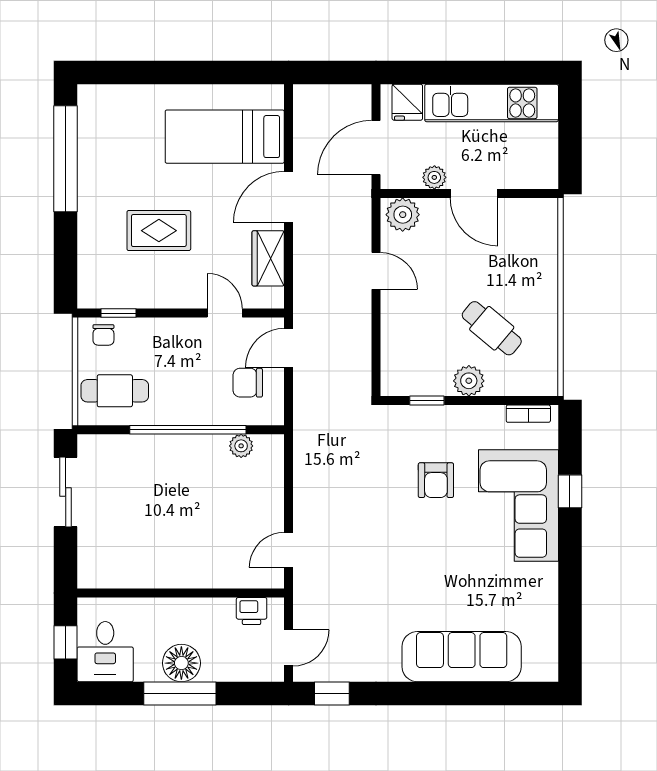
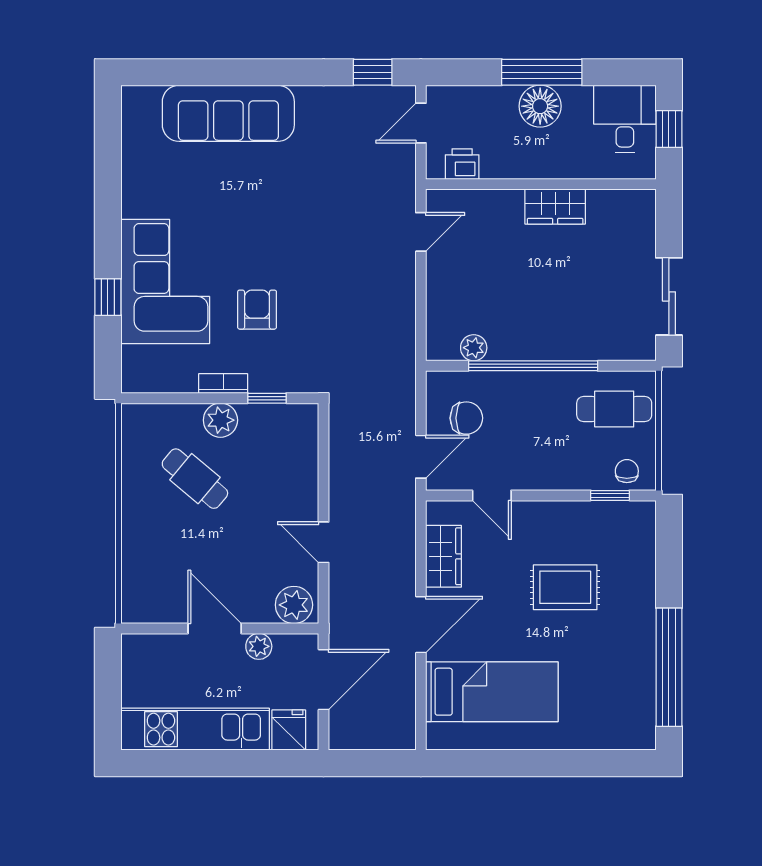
bookcase: (528, 414) -> (223, 384), moved
wardrobe: (168, 573) -> (555, 207), added

